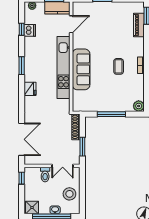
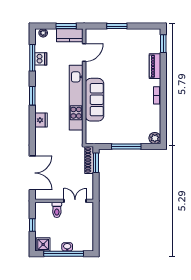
piano: (139, 25) -> (155, 66), moved
window: (22, 29) -> (32, 58), width x2.17
coffee table: (119, 66) -> (134, 97), removed
window: (82, 147) -> (96, 163), moved
double door: (63, 166) -> (75, 201), swing flipped
window: (22, 178) -> (32, 225), moved
stool: (69, 194) -> (82, 230), removed

